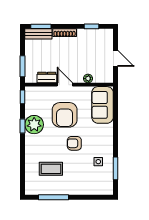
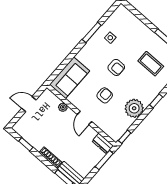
door: (116, 58) -> (29, 104), hinge flipped
dresser: (47, 77) -> (103, 144), moved
armchair: (65, 115) -> (105, 95), width x0.53, depth x0.53
window: (22, 126) -> (156, 101), moved
window: (116, 168) -> (92, 32), moved

